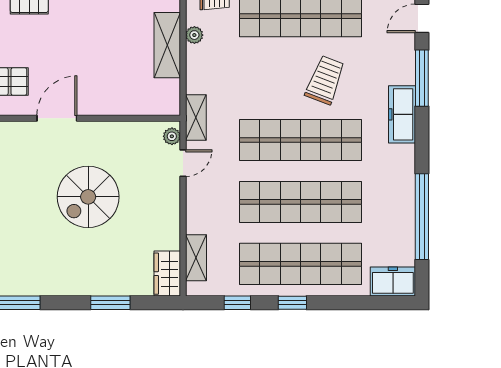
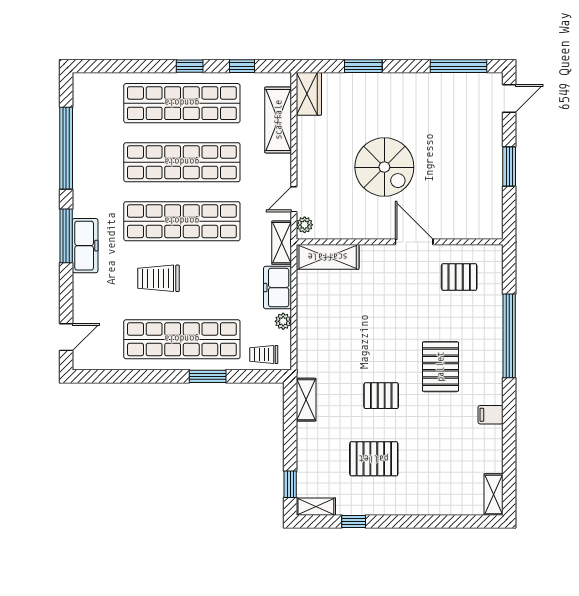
shelving: (167, 45) -> (328, 257), moved, turned 90
window: (422, 78) -> (66, 236), moved
trolley: (325, 80) -> (158, 278), turned 69
door: (57, 118) -> (414, 242), swing flipped
spiral stairs: (88, 197) -> (384, 167), turned 90
shelving: (196, 258) -> (278, 120), width x1.50, depth x1.33
freezer: (393, 282) -> (277, 288), moved, turned 90

